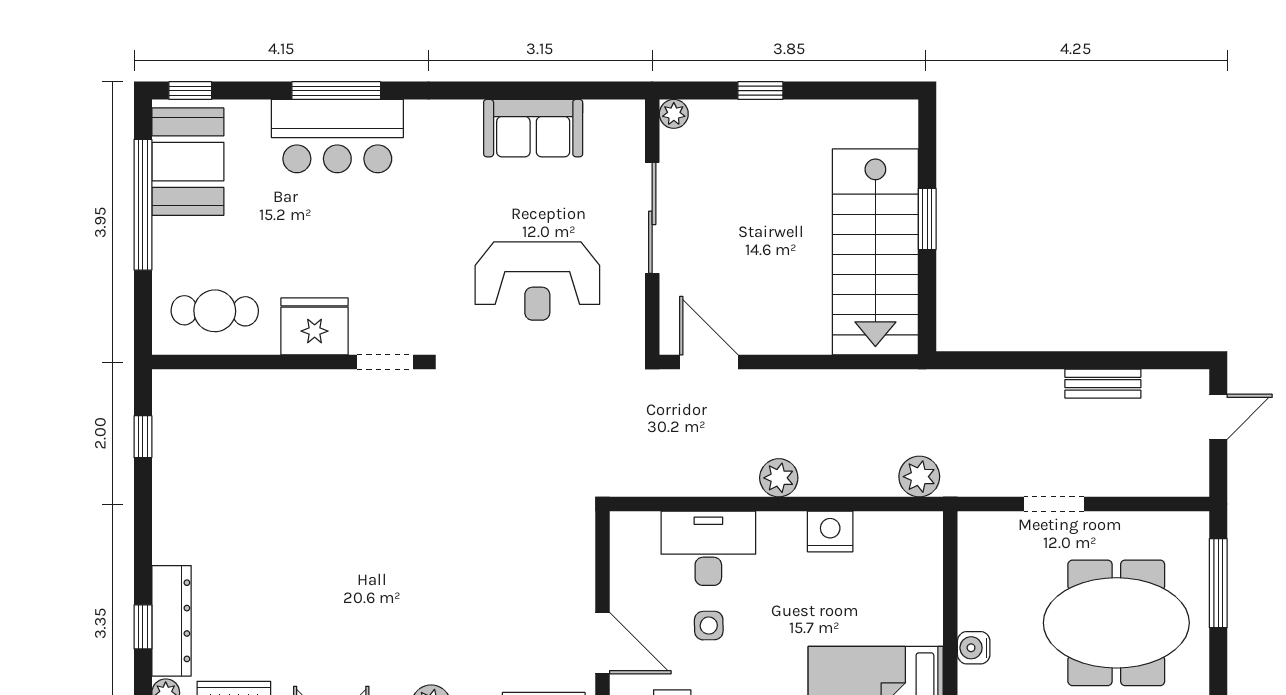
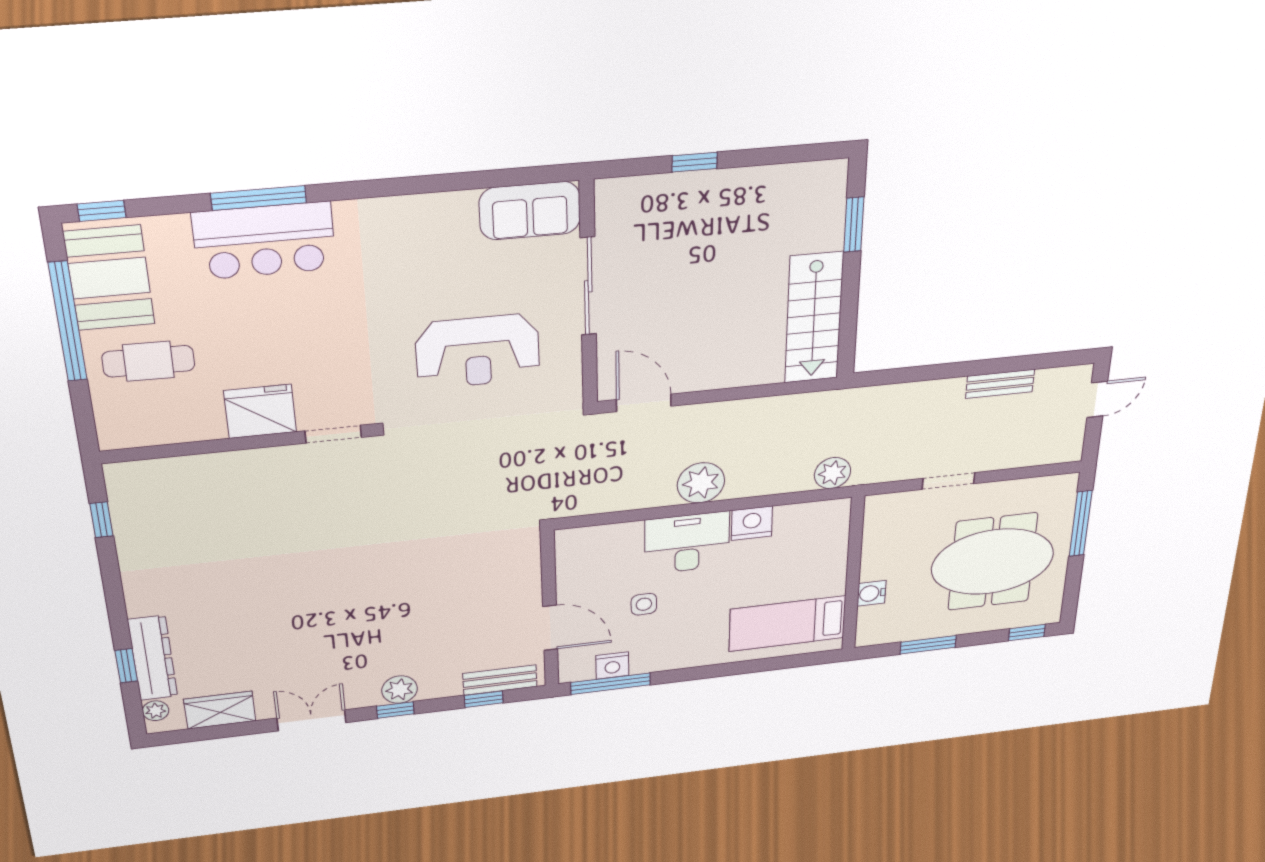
plant: (674, 114) -> (608, 191), removed
sofa: (533, 128) -> (530, 211), moved
window: (927, 219) -> (854, 225), moved
stairs: (875, 252) -> (814, 318), width x0.73, depth x0.66
cafe table: (215, 311) -> (148, 361), moved
plant: (779, 478) -> (701, 483), width x1.36, depth x1.36
desk: (708, 548) -> (687, 543), moved

